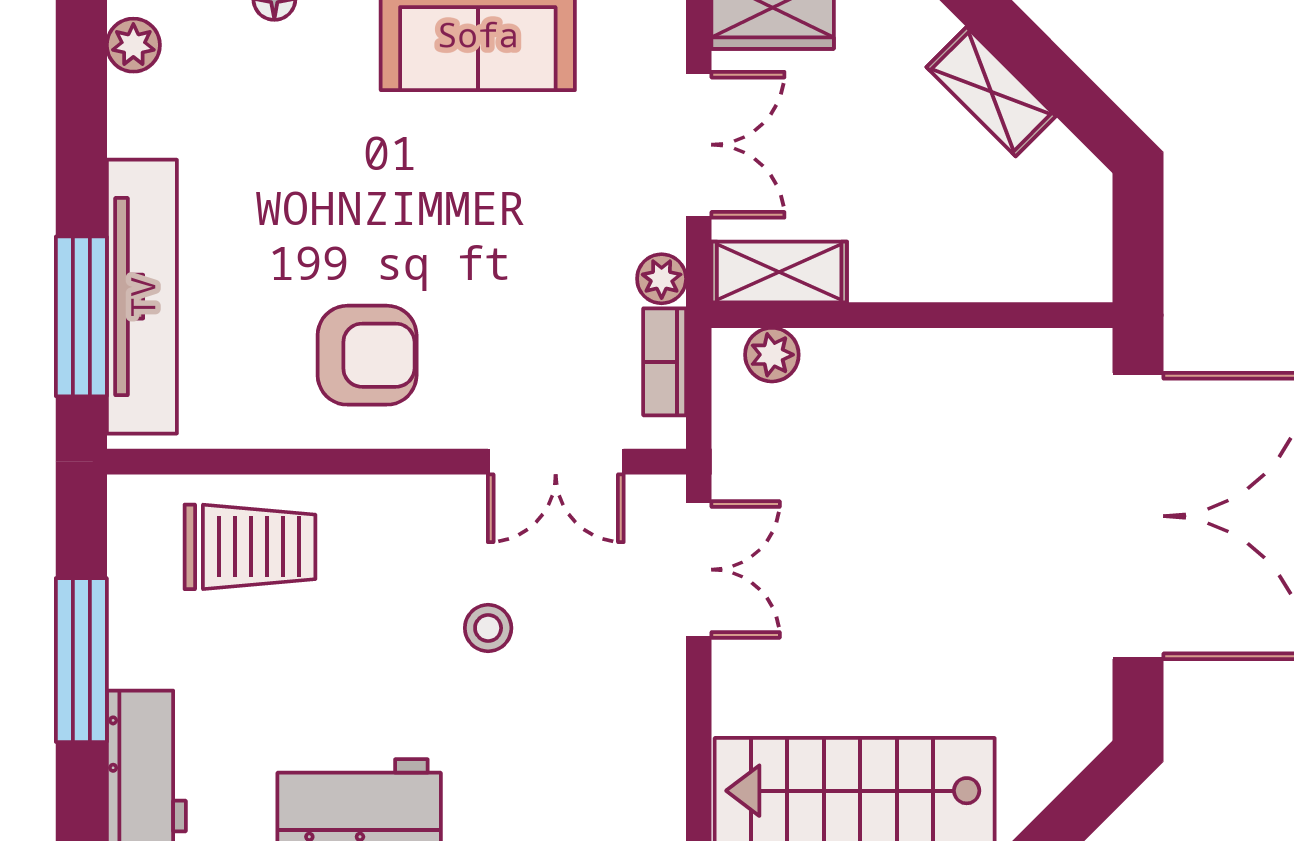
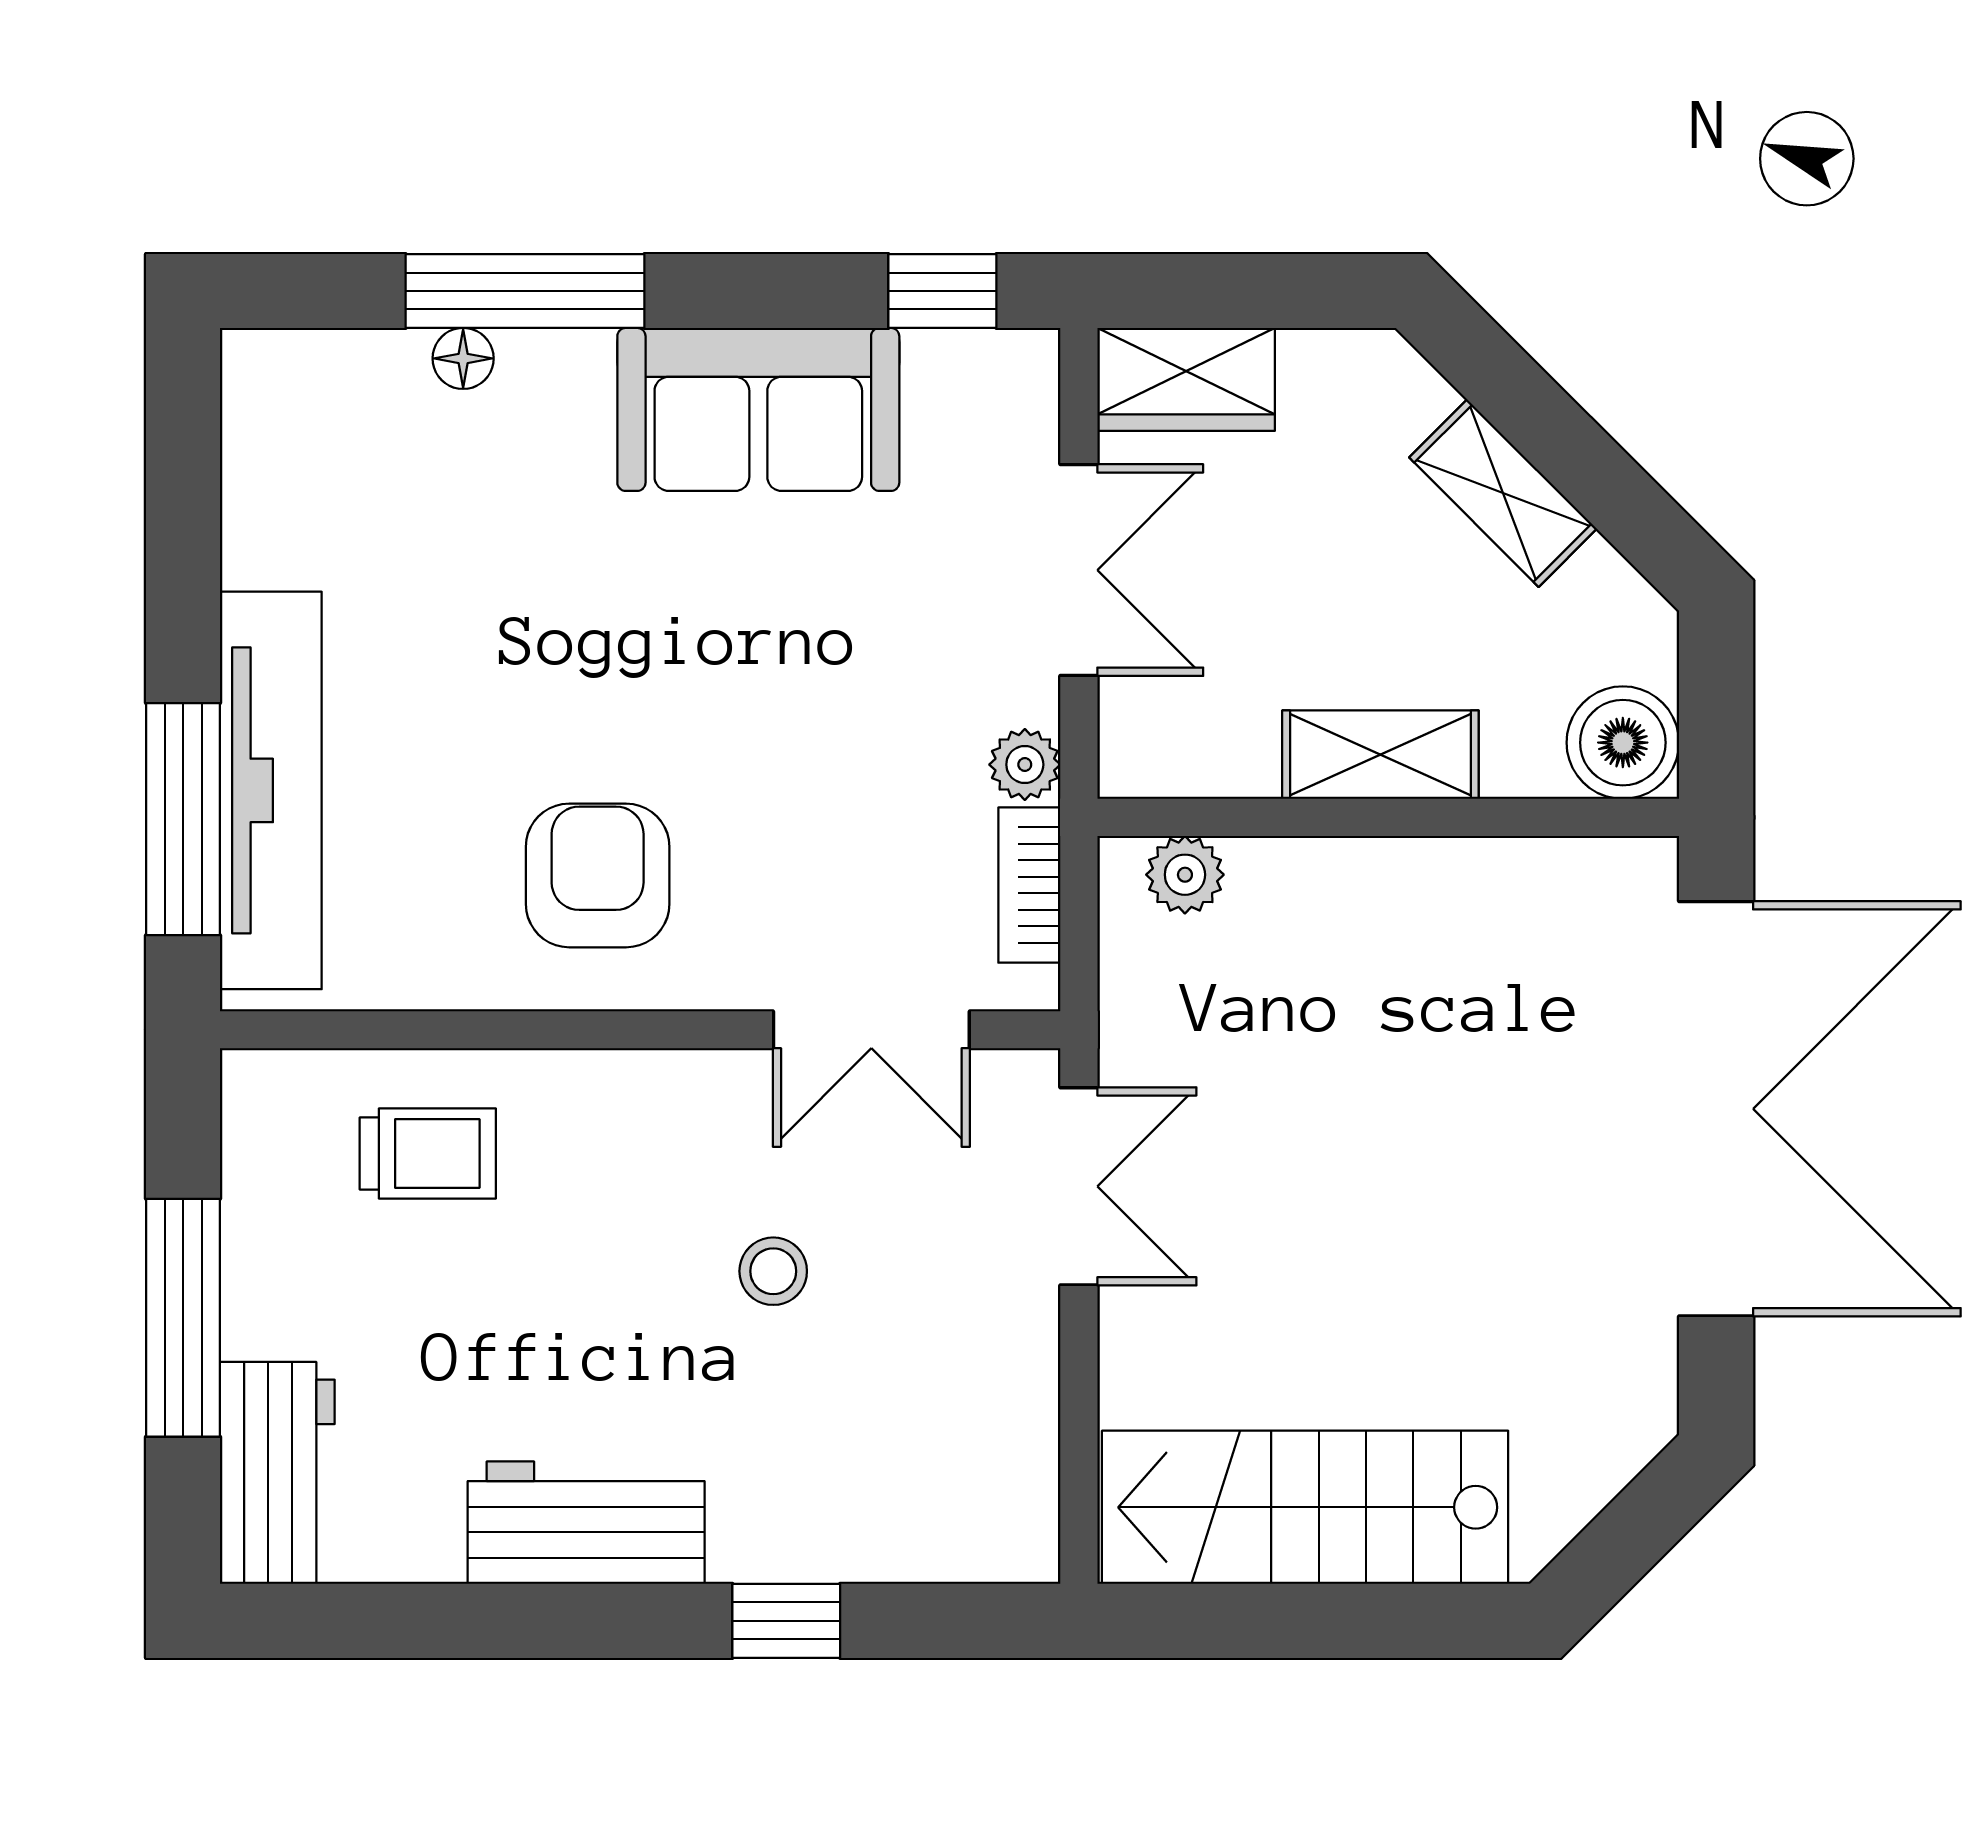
plant: (133, 45) -> (259, 426), removed
boiler: (1074, 264) -> (1623, 743), added
shelving: (779, 272) -> (1380, 755), moved
armchair: (367, 355) -> (598, 875), turned -90
trolley: (250, 547) -> (428, 1153), width x0.73, depth x0.72

